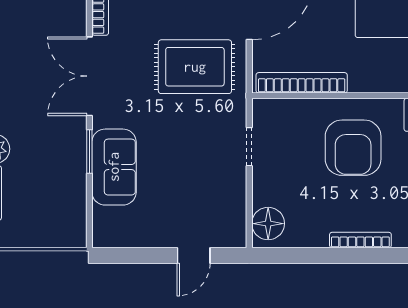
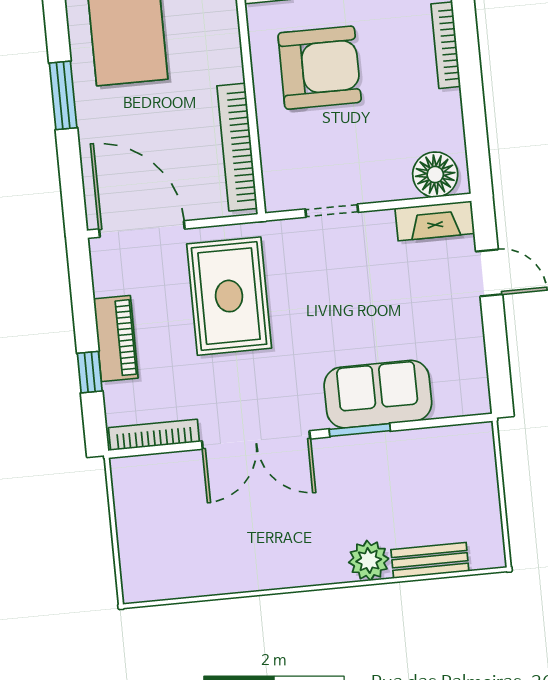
fireplace: (235, 220) -> (435, 221), added

